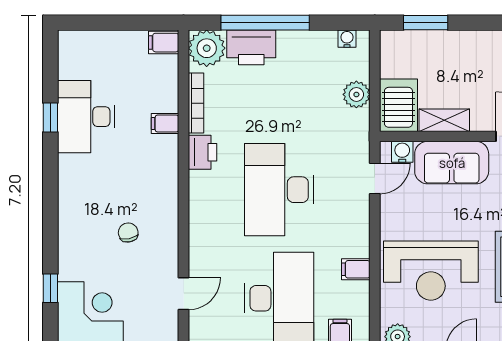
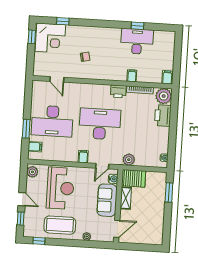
window: (265, 23) -> (173, 122), removed
plant: (356, 94) -> (129, 160), moved
door: (375, 178) -> (102, 166), hinge flipped
filing cabinet: (356, 269) -> (83, 157), moved
reception desk: (431, 271) -> (60, 188), turned 180

